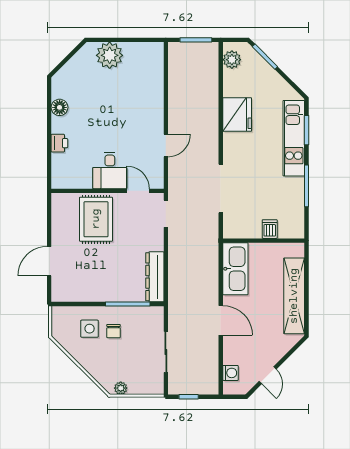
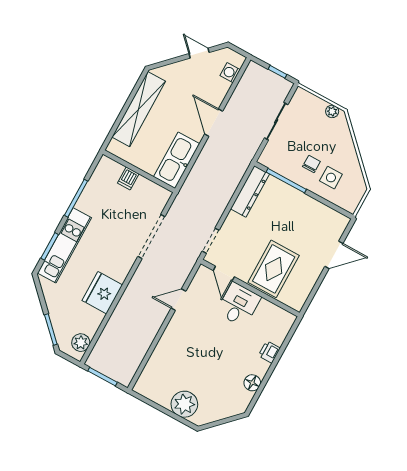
door: (268, 375) -> (199, 53), hinge flipped

